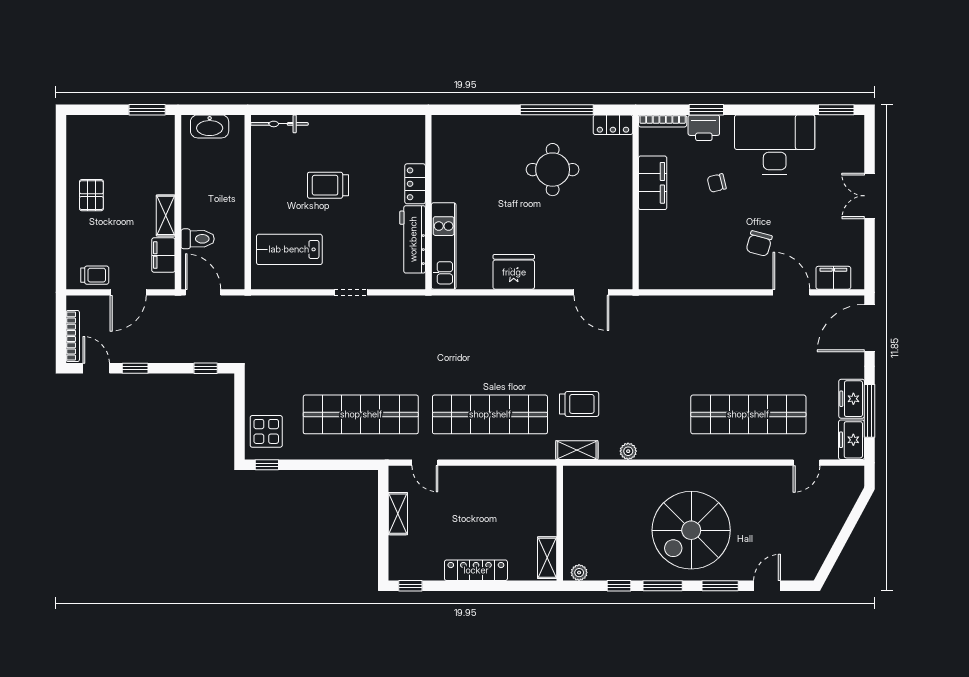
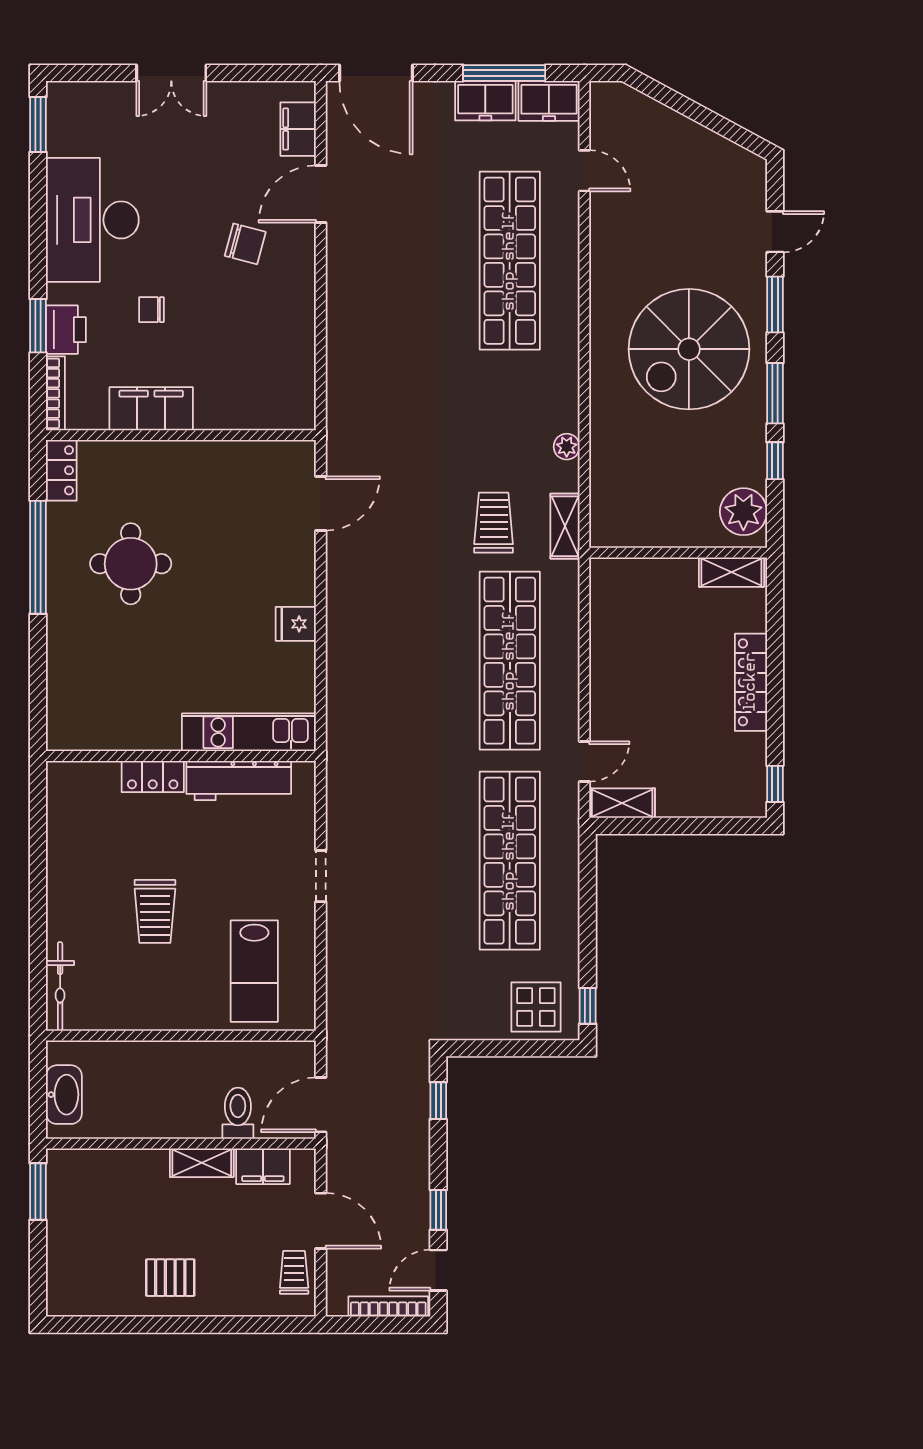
chair: (717, 183) -> (151, 310), turned 104
fridge: (514, 272) -> (296, 624), width x0.53, depth x0.75
shelving: (398, 514) -> (622, 803), moved
spiral stairs: (691, 530) -> (689, 349), turned 90
plant: (579, 573) -> (743, 512), width x1.88, depth x1.88
door: (767, 586) -> (775, 232), swing flipped

